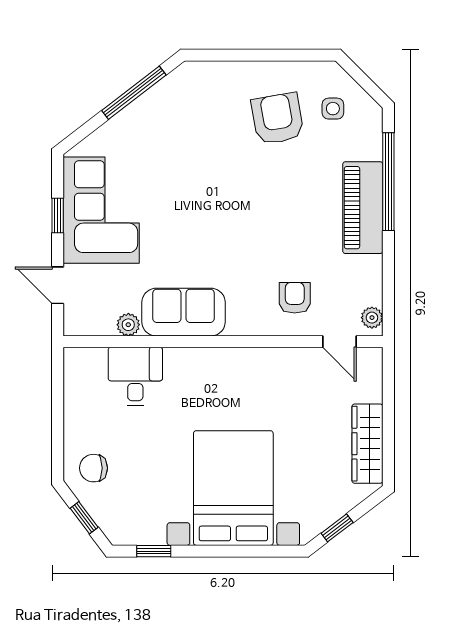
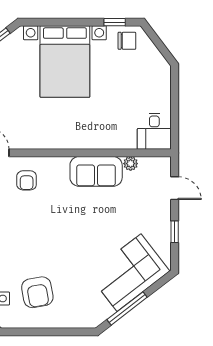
corner sofa: (101, 210) -> (129, 273), moved, turned 52
desk: (135, 376) -> (154, 131), moved
chair: (94, 468) -> (127, 41), moved
window: (84, 518) -> (158, 43), removed

